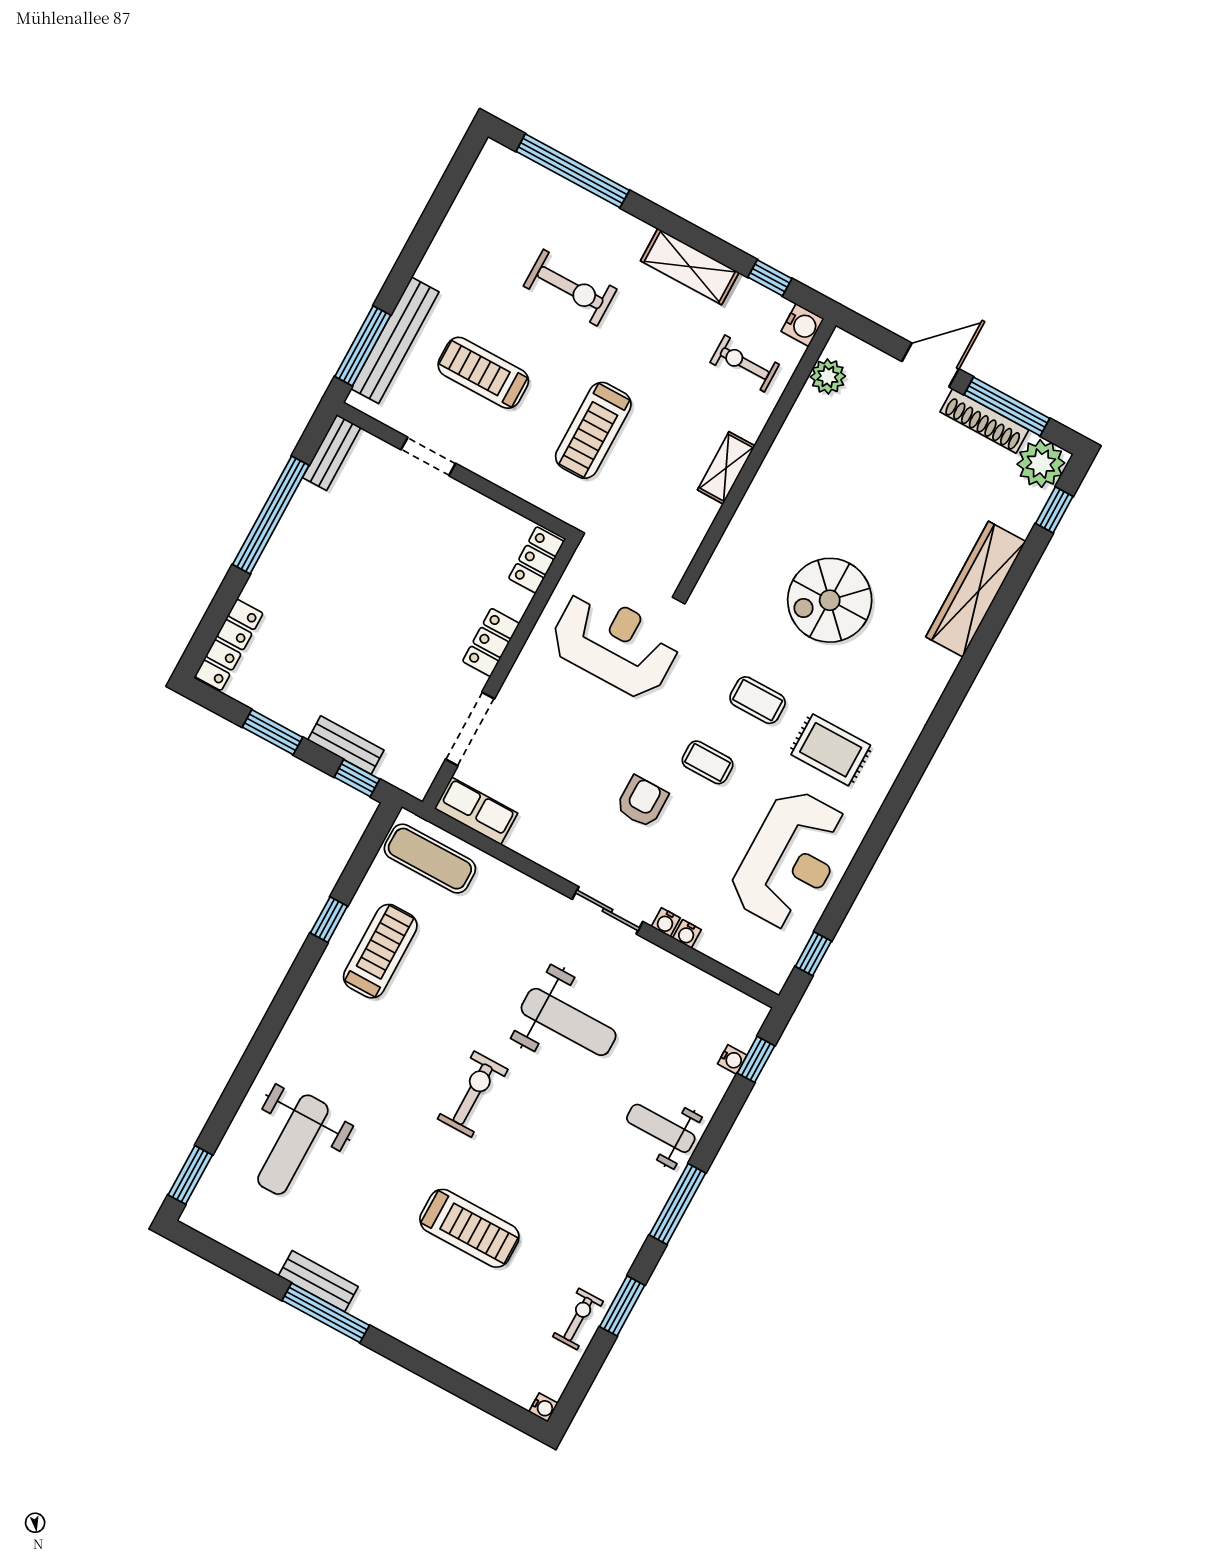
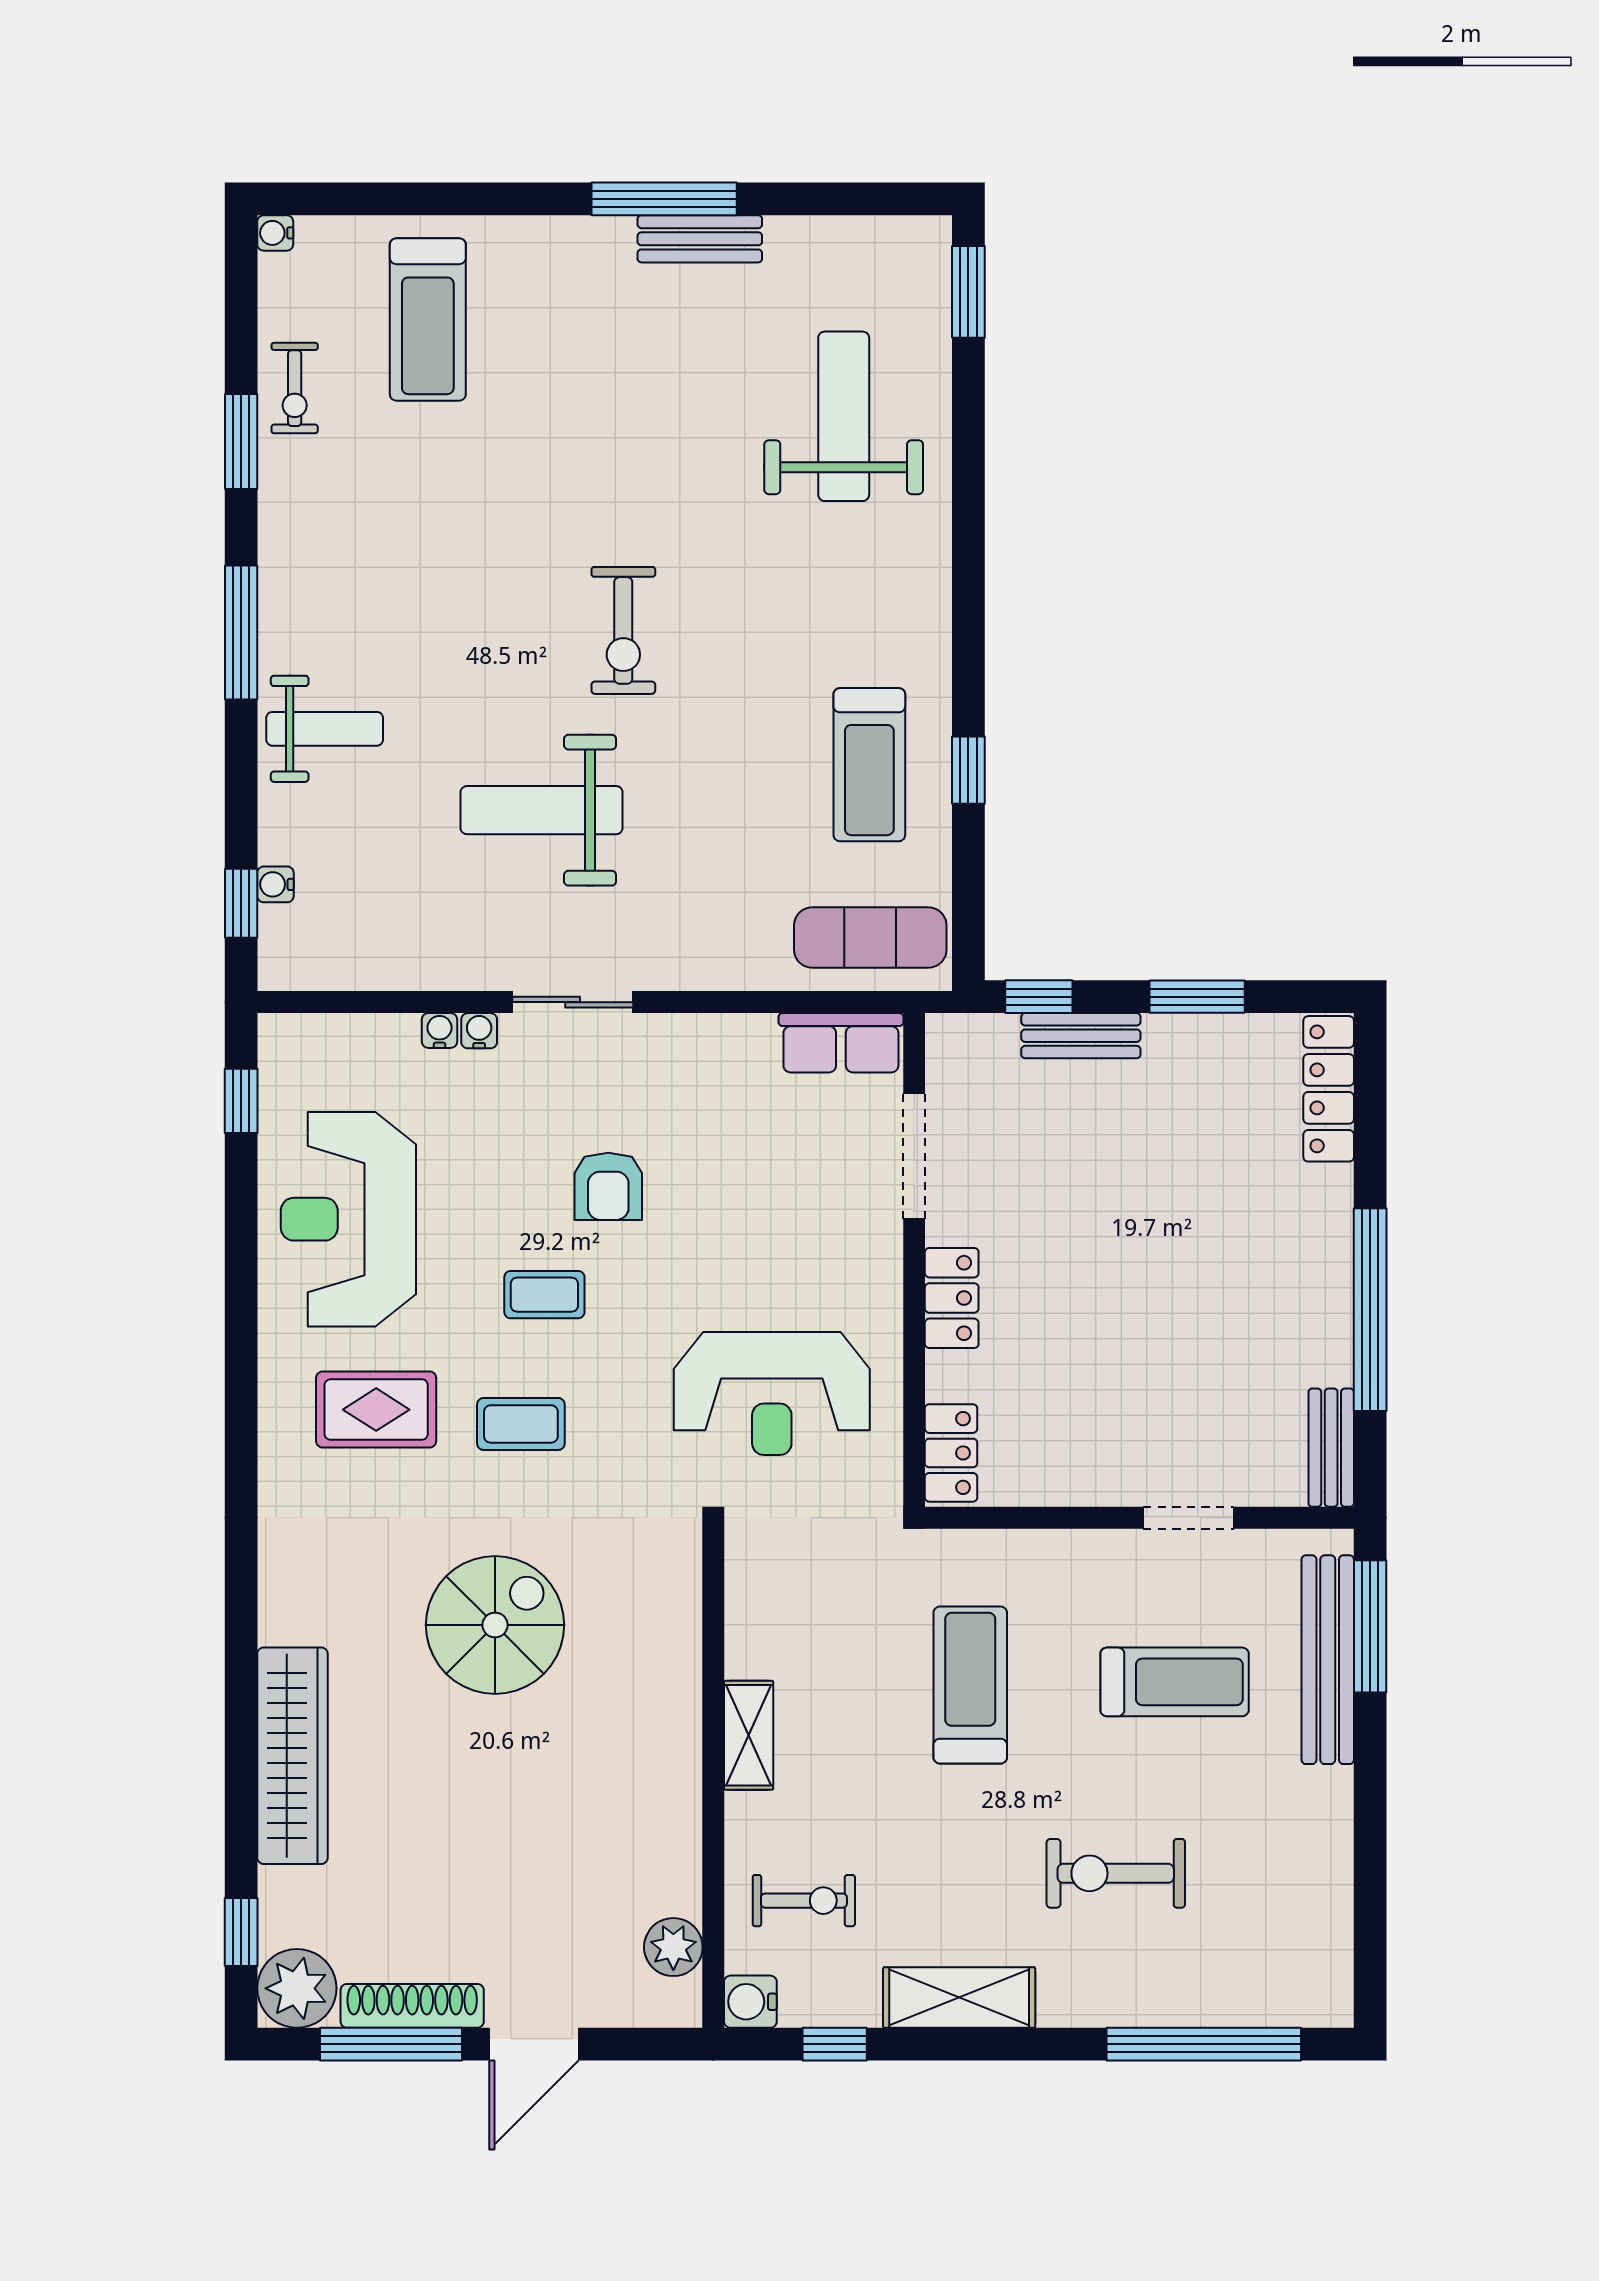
treadmill: (469, 1228) -> (428, 320), moved, turned -90

